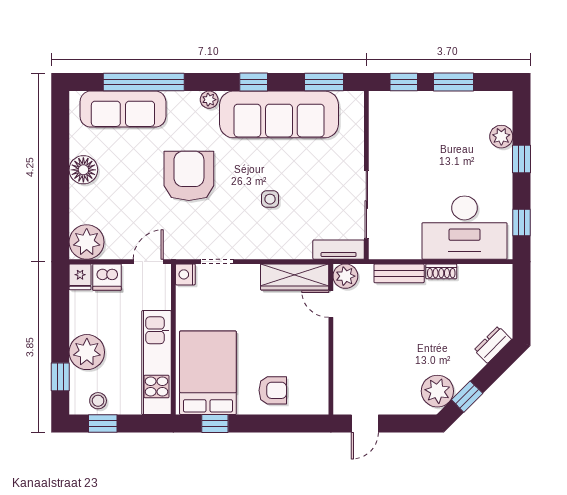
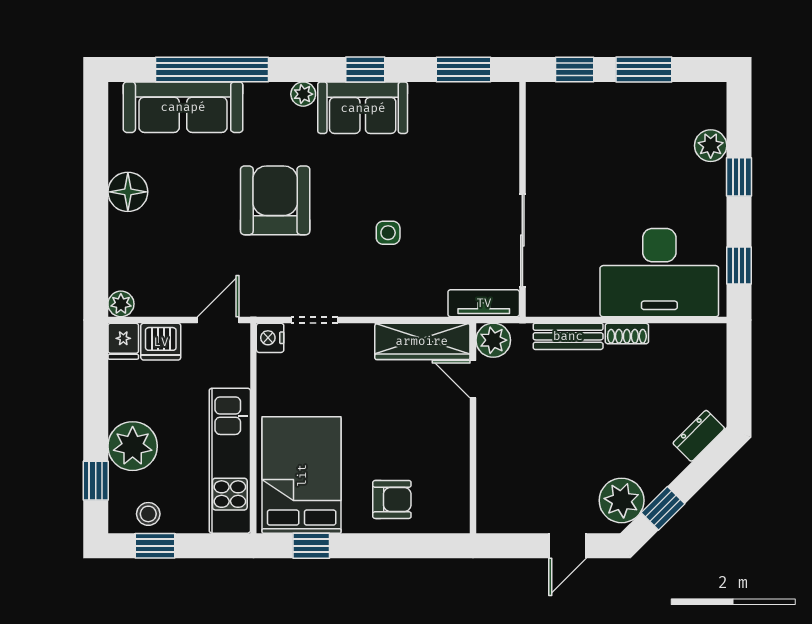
sofa: (279, 114) -> (363, 108), width x0.54, depth x0.79
plant: (87, 242) -> (121, 304), width x0.53, depth x0.53
door: (365, 423) -> (568, 546), moved

